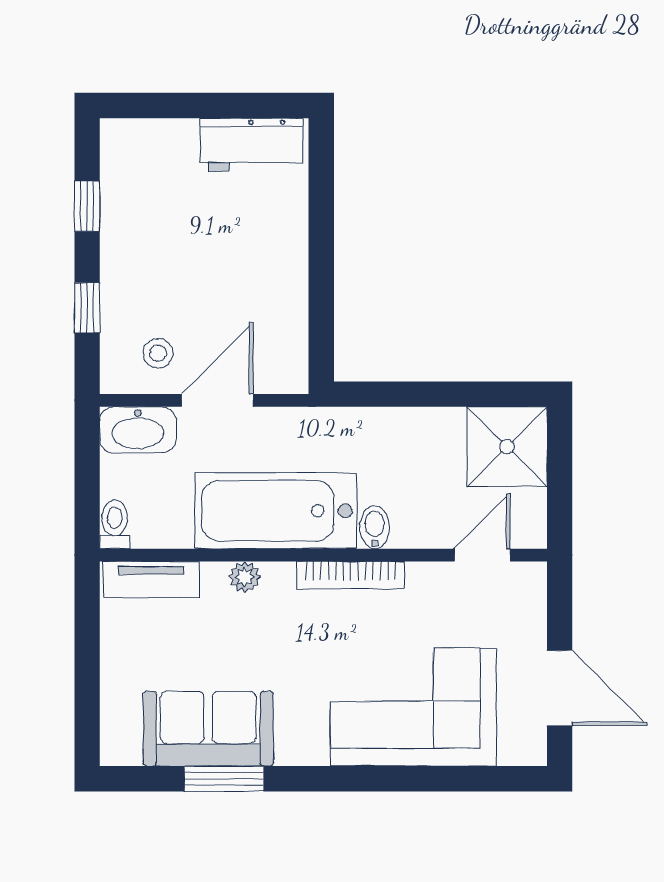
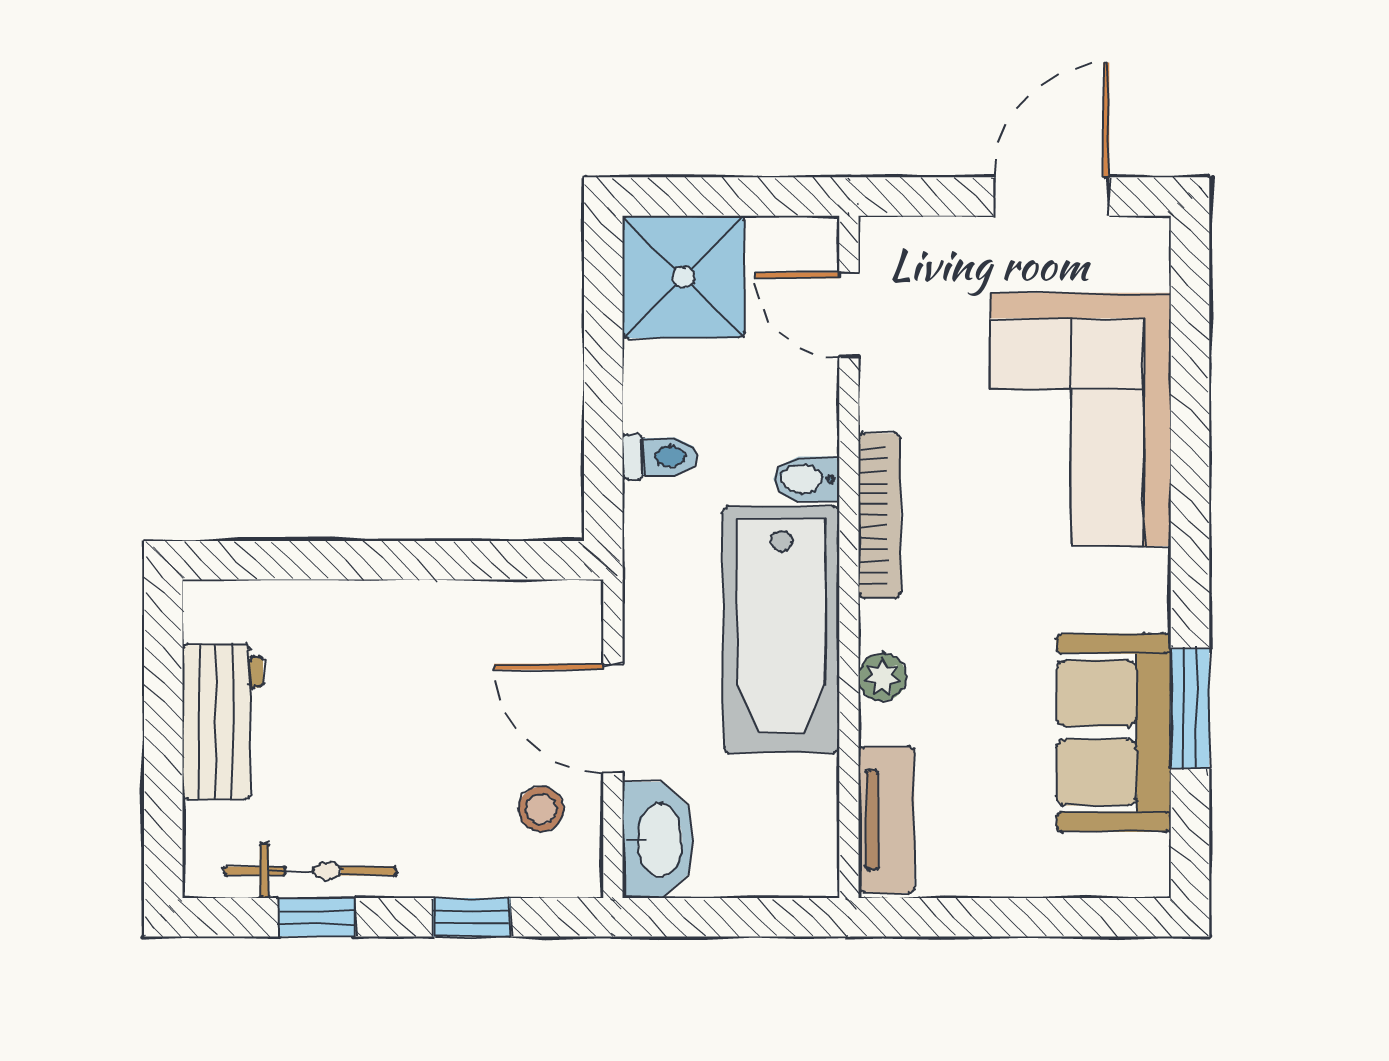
workbench: (251, 145) -> (223, 722), moved
bicycle: (118, 202) -> (310, 871), added
toilet: (115, 524) -> (660, 457), moved, turned 180

